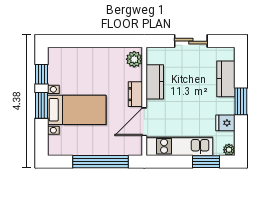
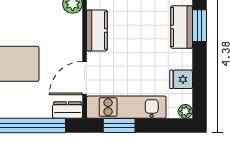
dresser: (135, 94) -> (67, 110), moved, turned 90
window: (241, 101) -> (199, 26), moved
window: (206, 162) -> (119, 125), moved

